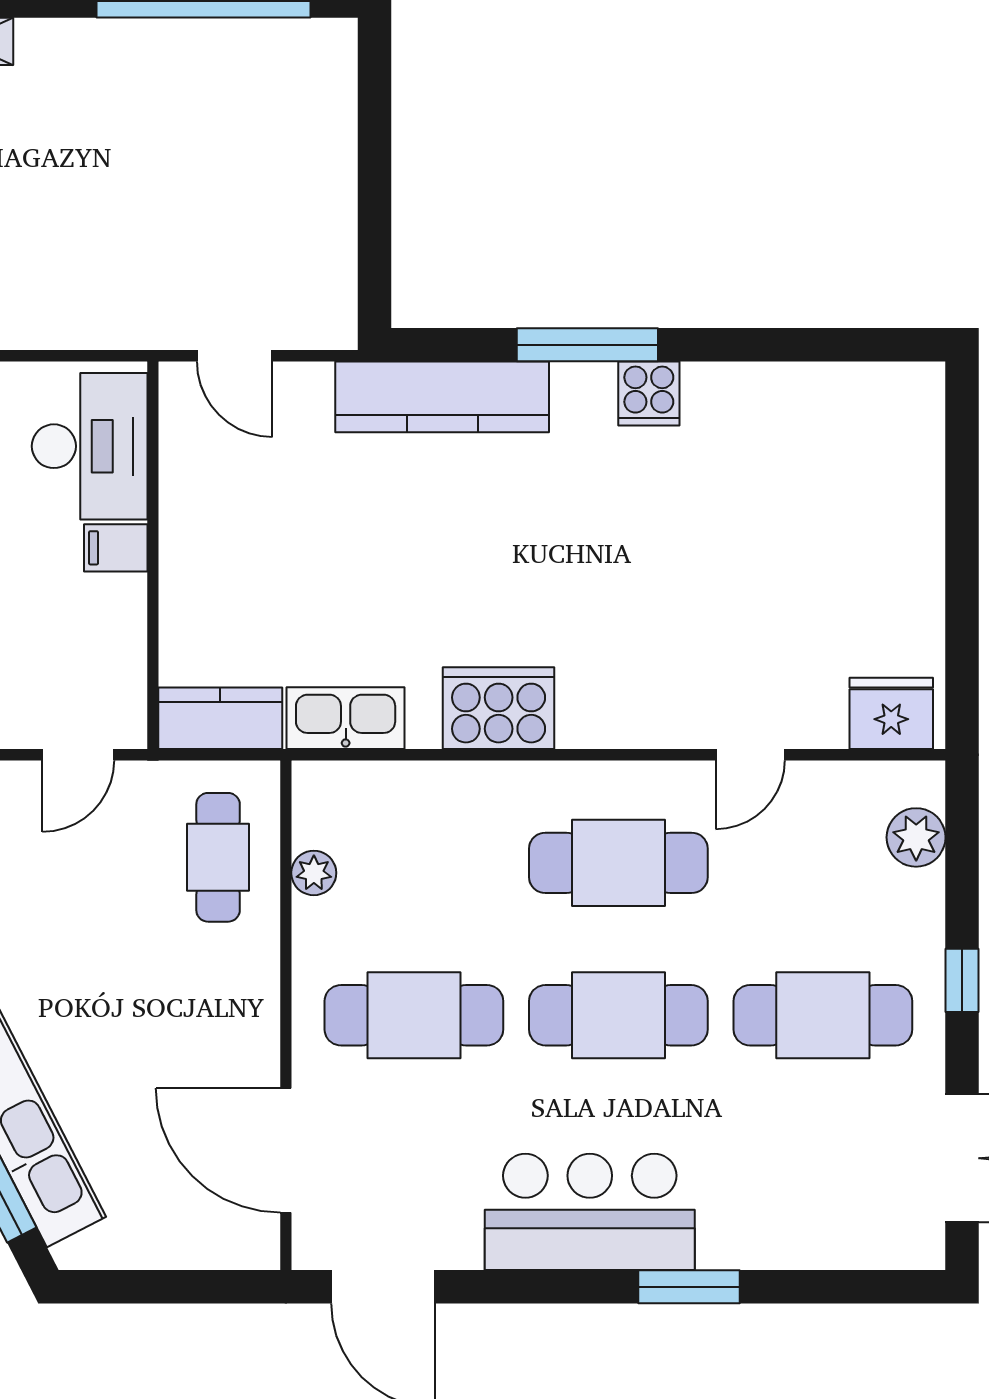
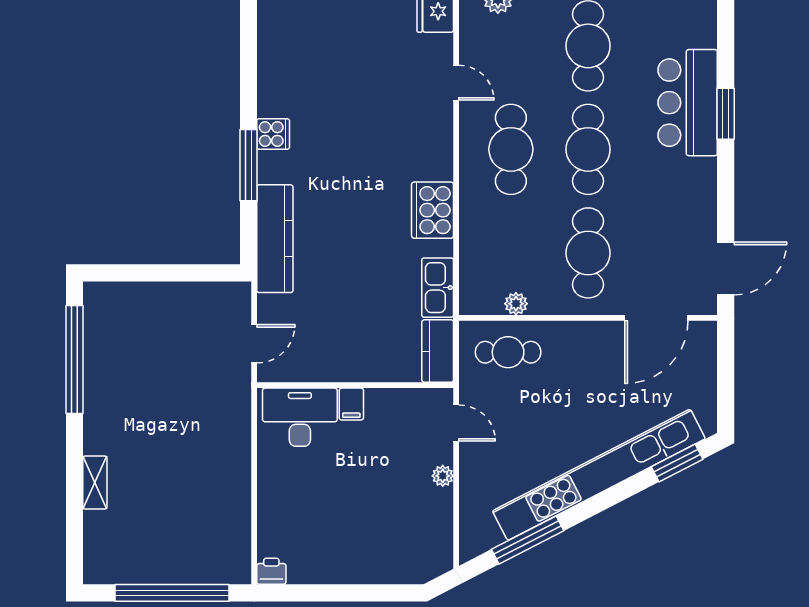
bar counter: (590, 1212) -> (688, 103), moved

